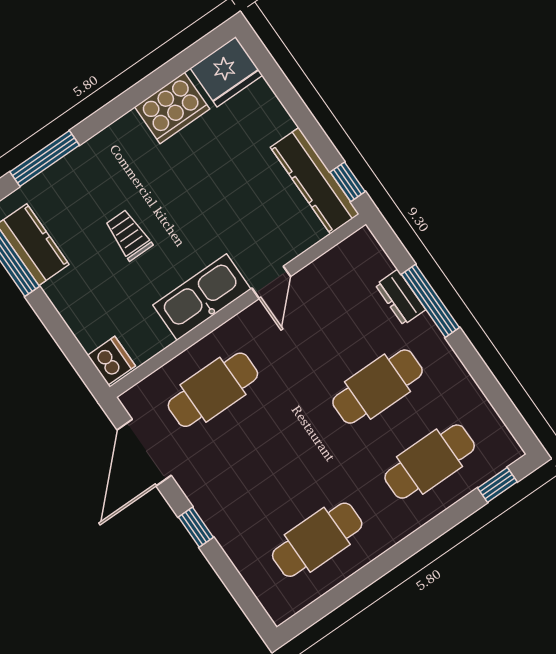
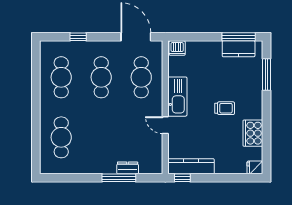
fridge: (226, 72) -> (255, 167), width x0.53, depth x0.75
trolley: (129, 235) -> (225, 108), moved
cafe table: (377, 387) -> (101, 77), moved
window: (497, 485) -> (36, 156), removed
window: (196, 527) -> (78, 37), moved

